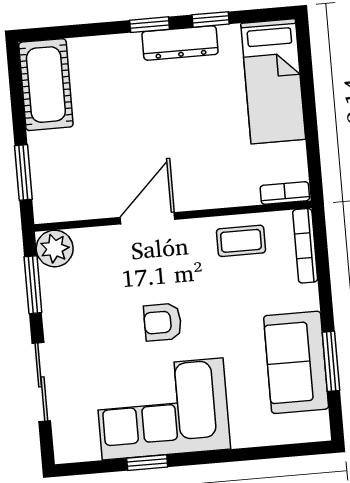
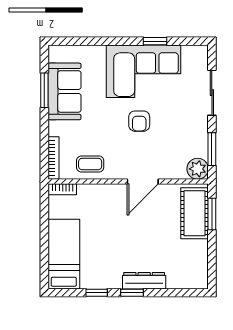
dresser: (180, 43) -> (144, 281), moved
cot: (46, 85) -> (195, 213), moved
armchair: (163, 322) -> (139, 121), turned 90

